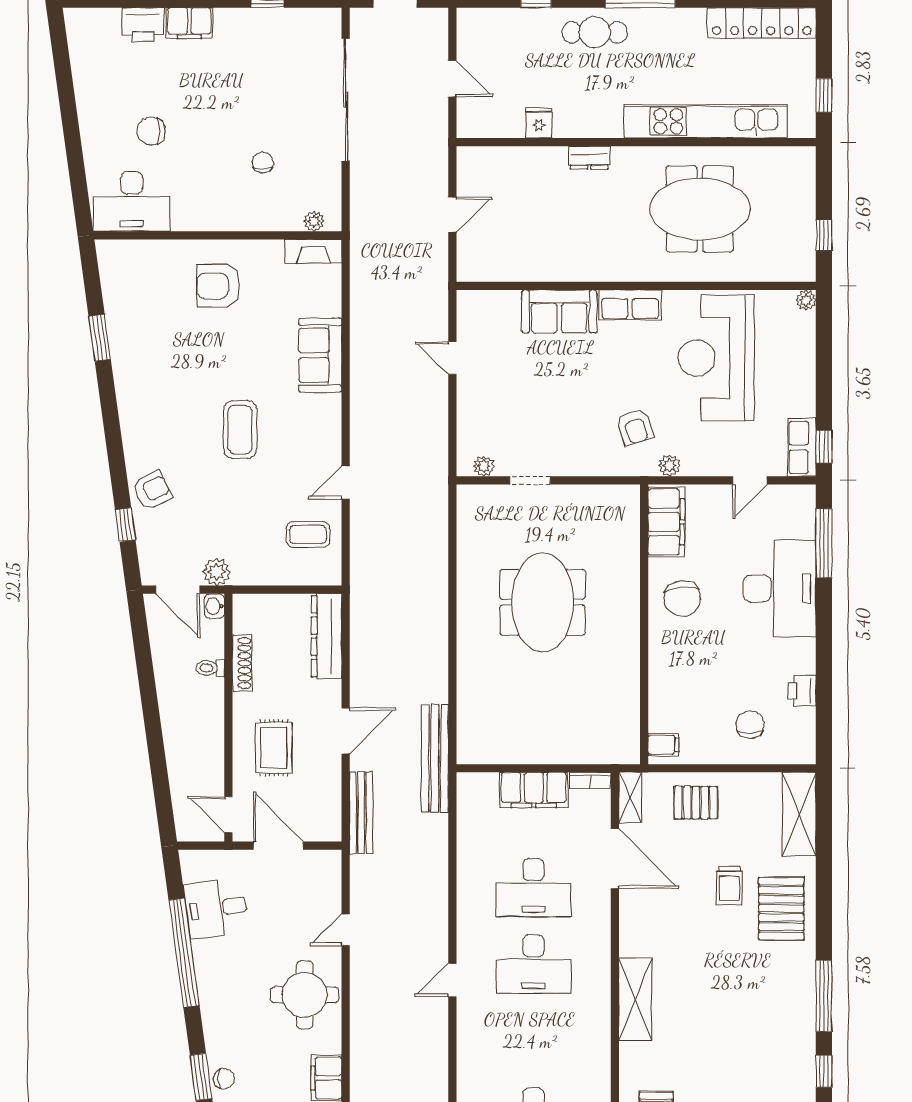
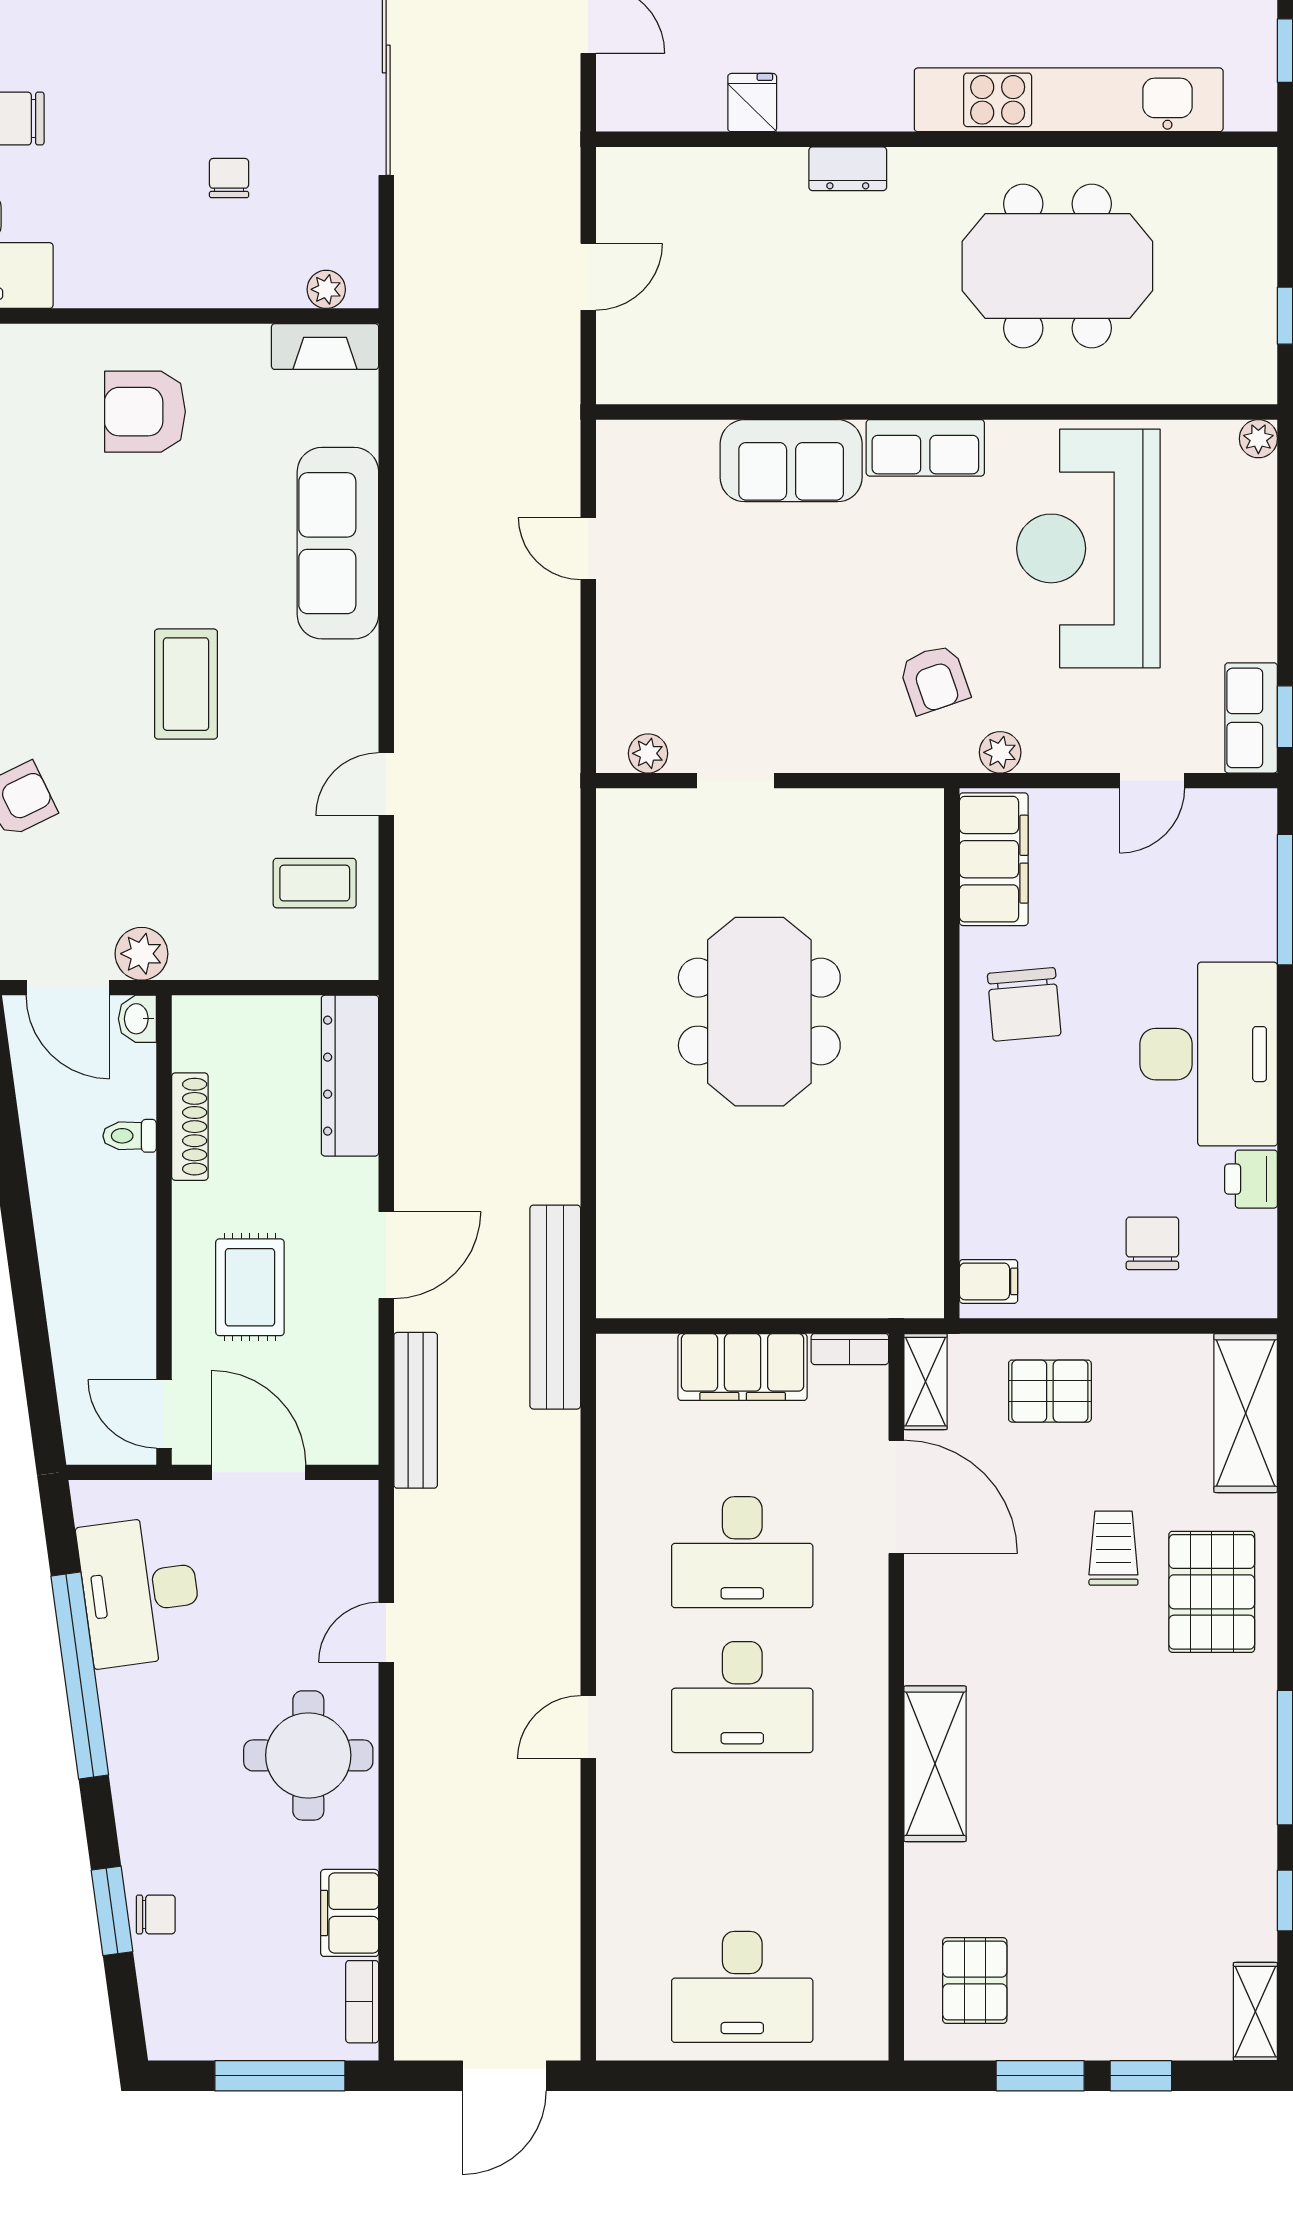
sofa: (320, 355) -> (338, 543), width x1.36
desk: (780, 588) -> (1209, 1054), moved
trolley: (729, 885) -> (1113, 1548), turned 180
desk: (216, 908) -> (140, 1591), width x1.37

